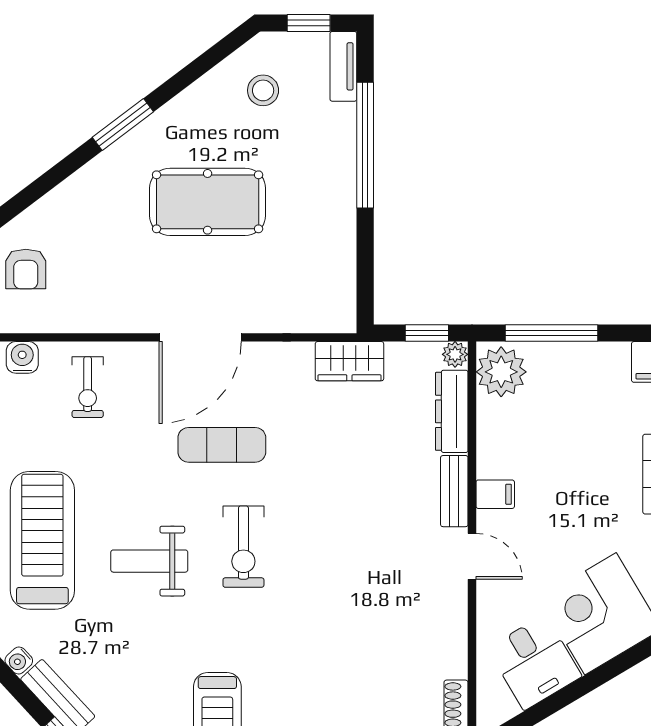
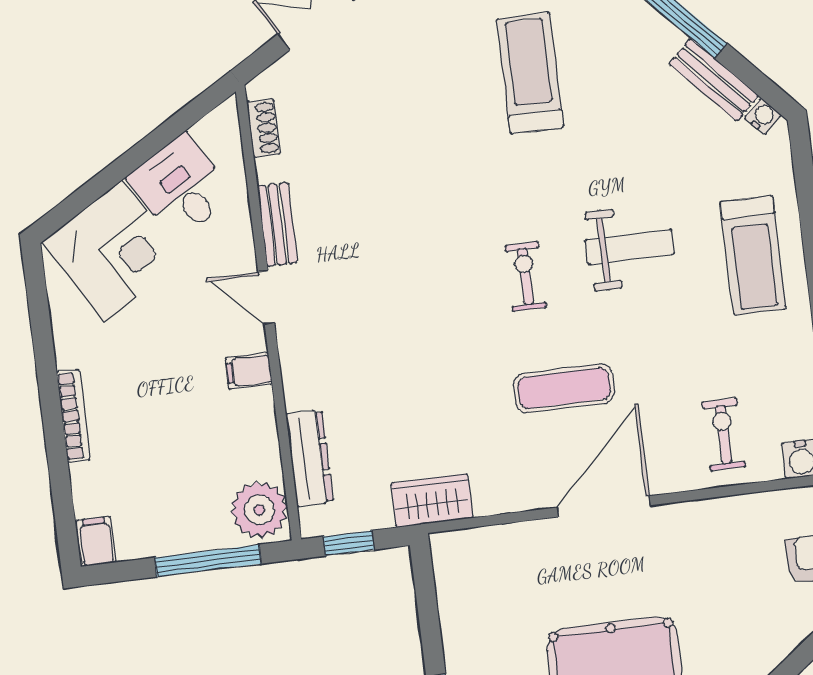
plant: (455, 354) -> (314, 523), removed
bench: (454, 491) -> (277, 224), moved
treadmill: (42, 540) -> (753, 255), width x0.73, depth x0.73
exercise bike: (243, 547) -> (525, 276), width x0.73, depth x0.72

